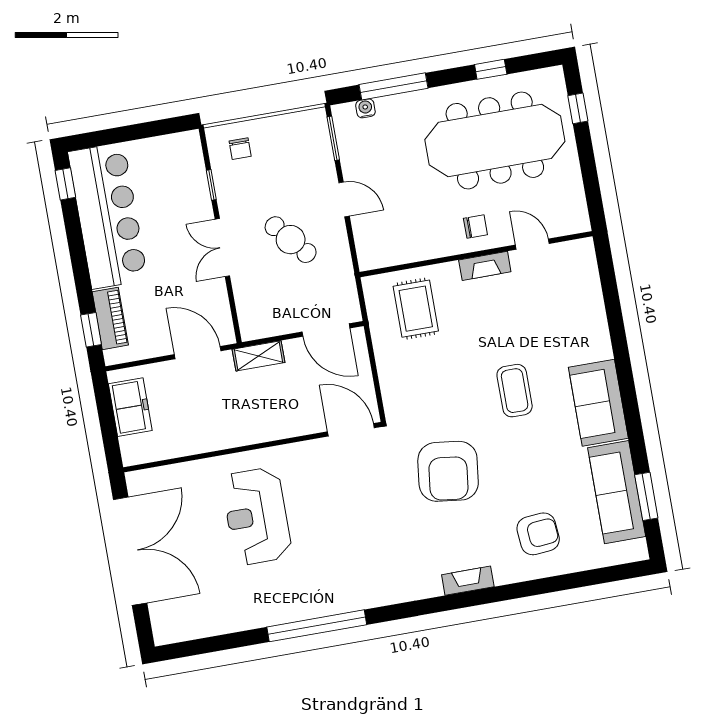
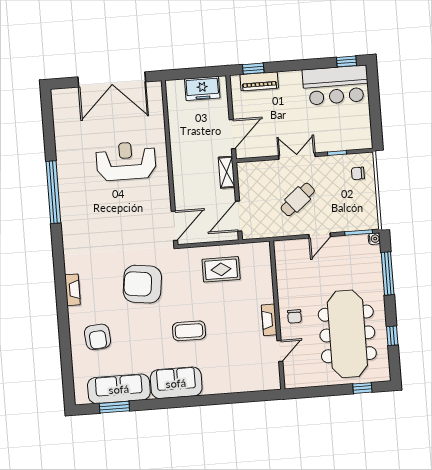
water cooler: (365, 108) -> (374, 239), moved
bar counter: (108, 216) -> (336, 85), width x0.73
rug: (416, 309) -> (221, 269), moved

